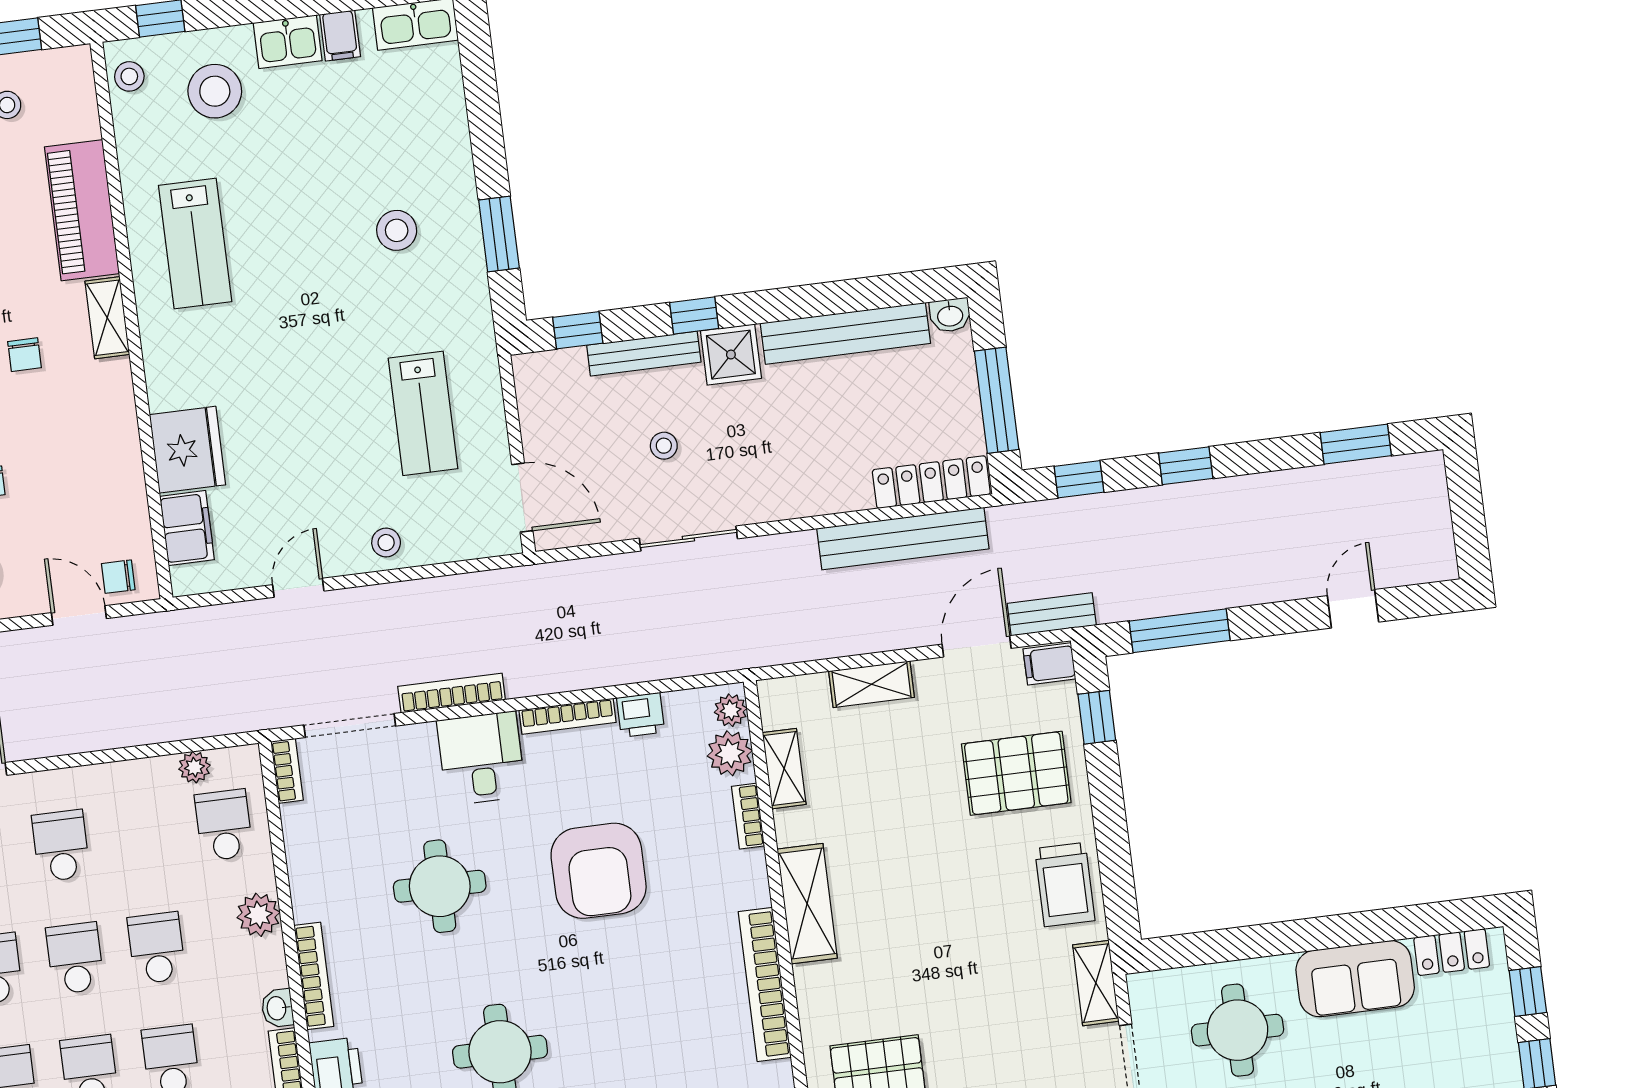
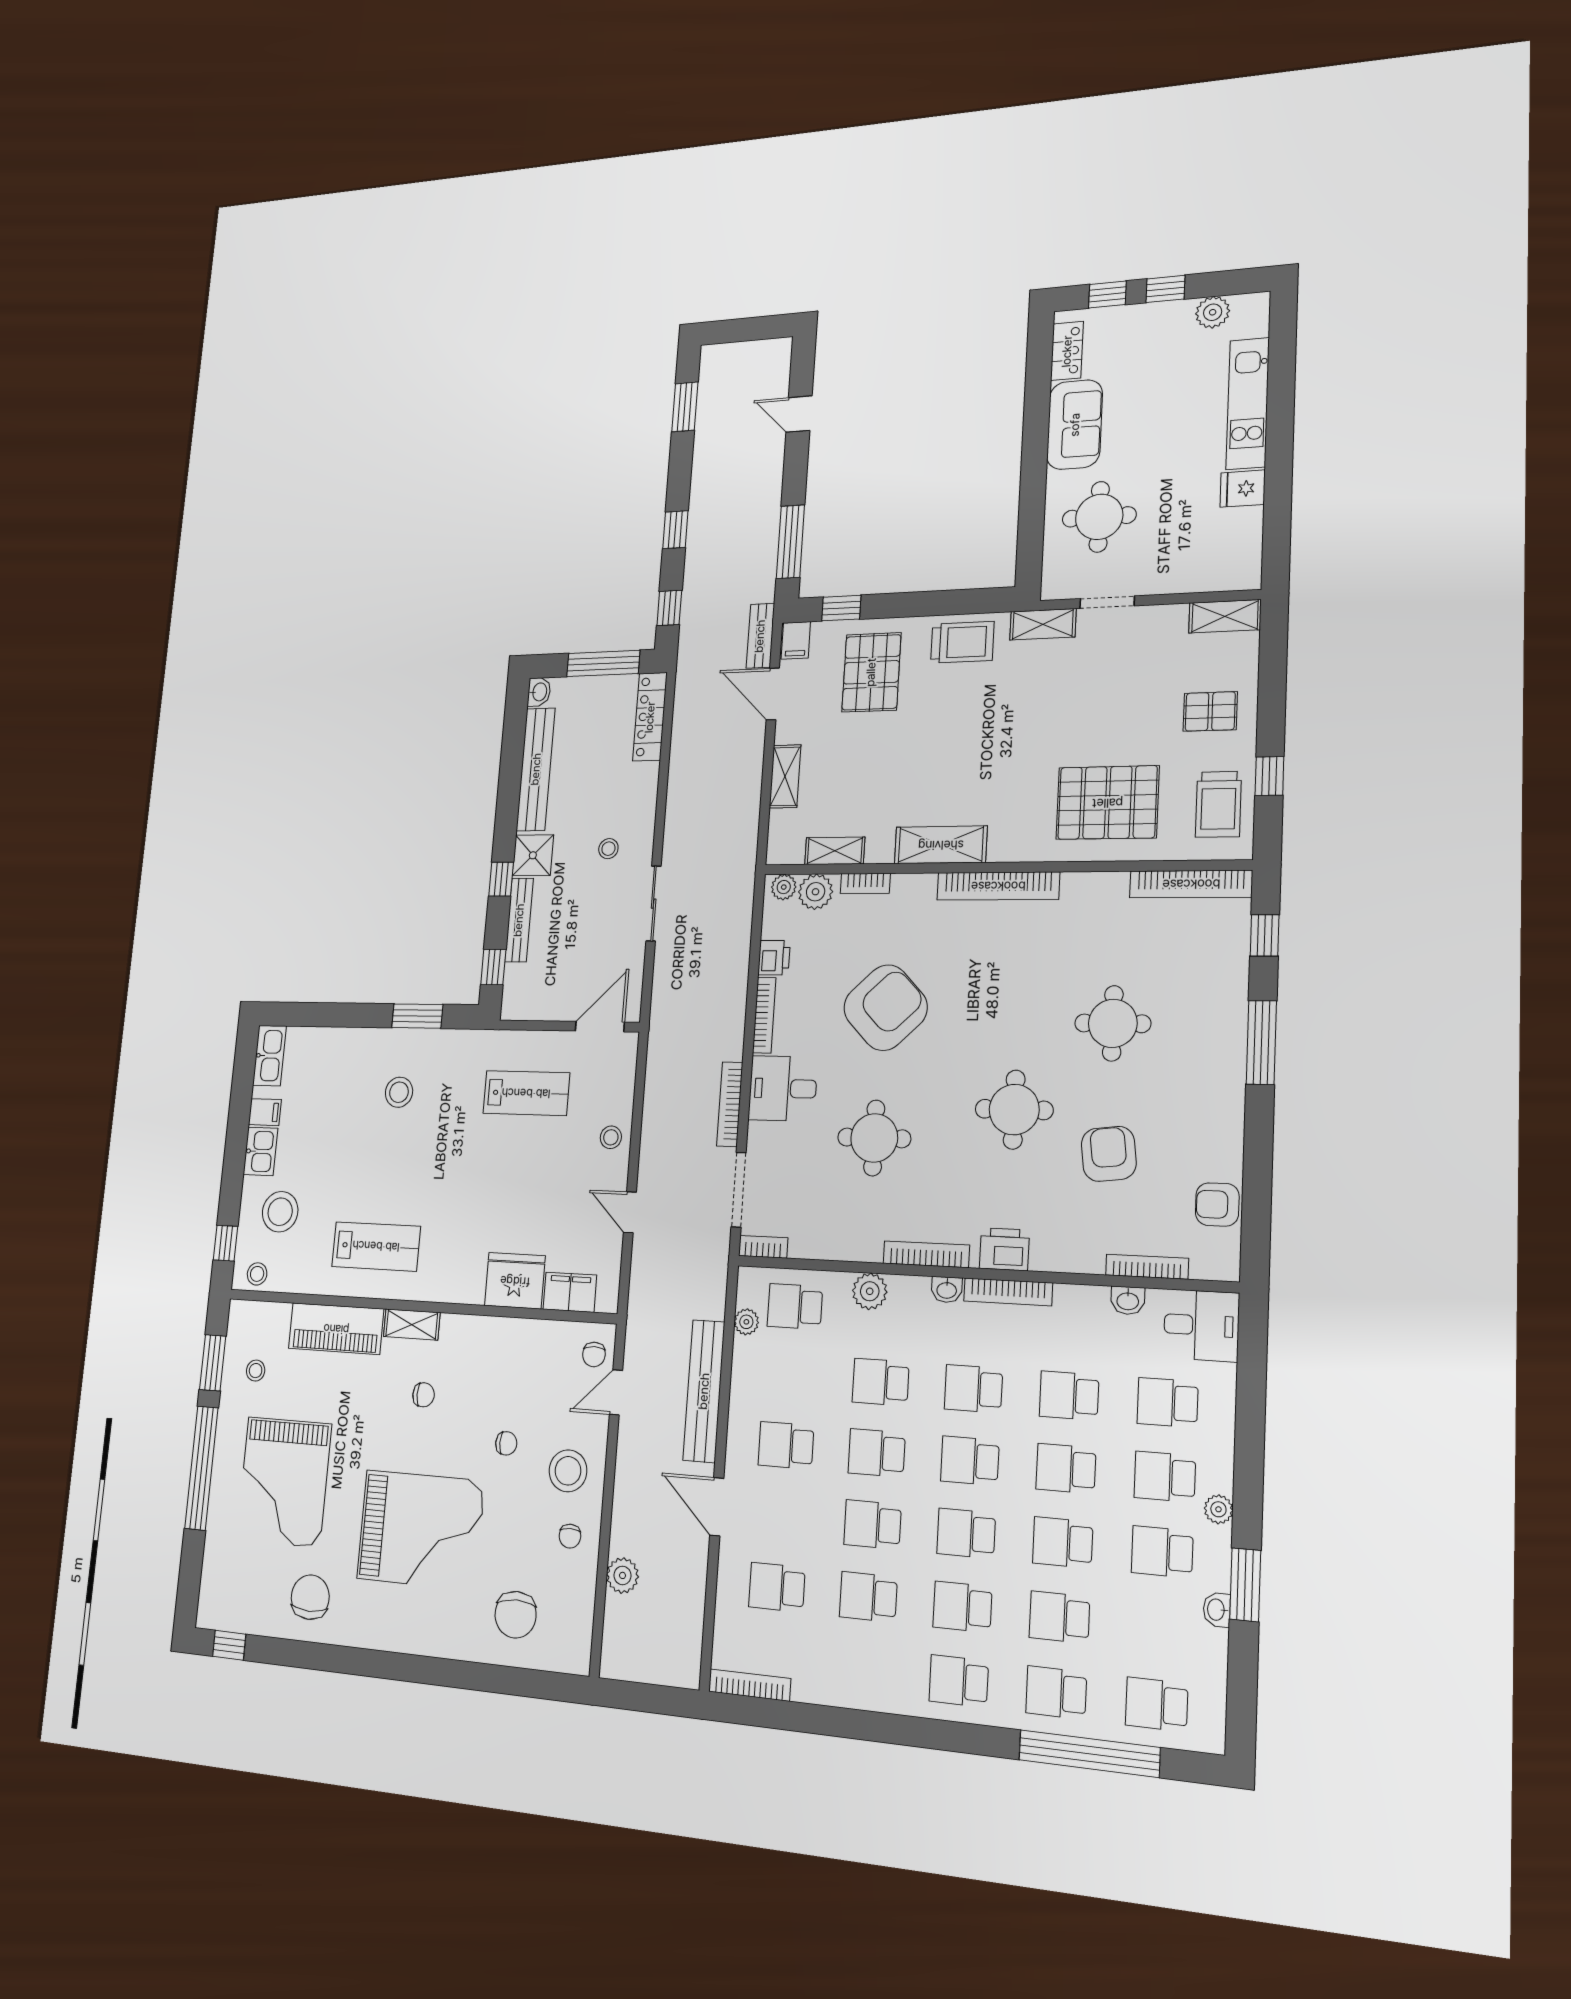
stool: (664, 446) -> (608, 849), moved
bench: (903, 539) -> (704, 1391), moved
armchair: (599, 871) -> (885, 1008), turned -44

